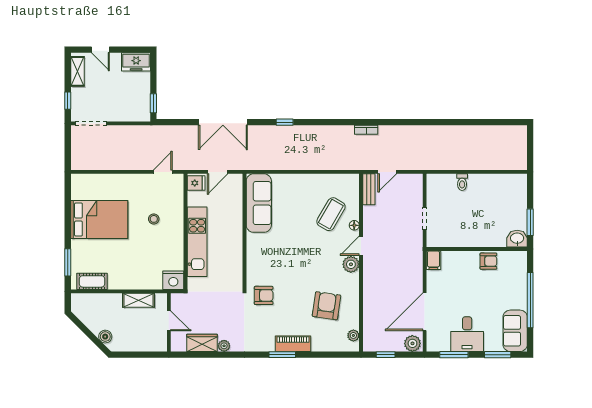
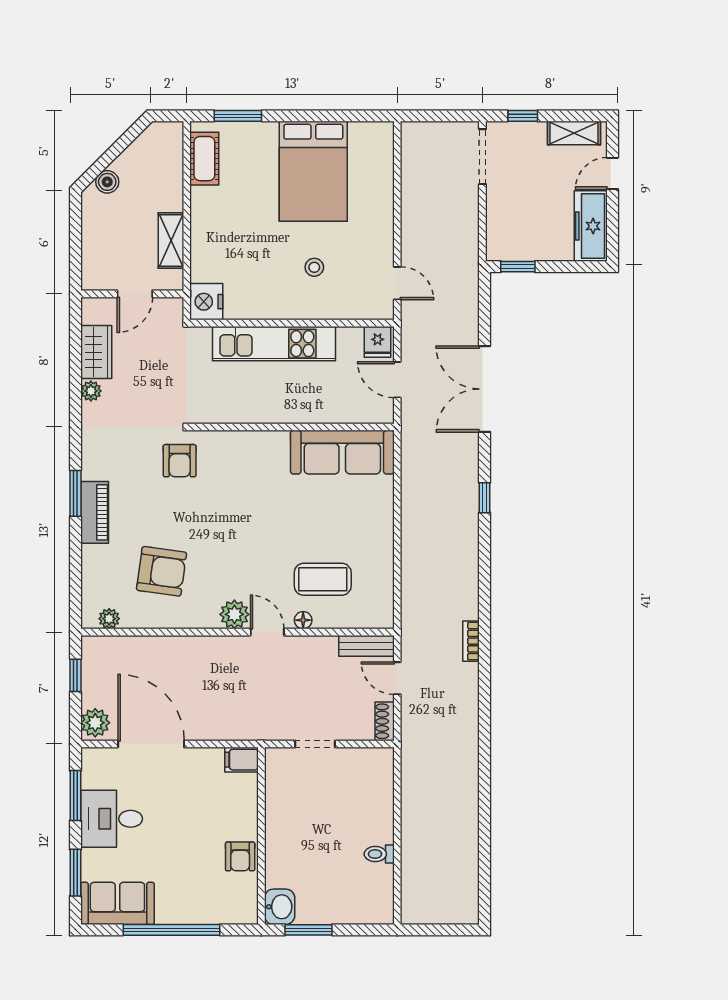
freezer: (136, 62) -> (591, 226), width x1.40
shoe rack: (412, 179) -> (385, 721), added
toilet: (462, 182) -> (379, 854), moved
coffee table: (331, 214) -> (323, 579), turned -30

